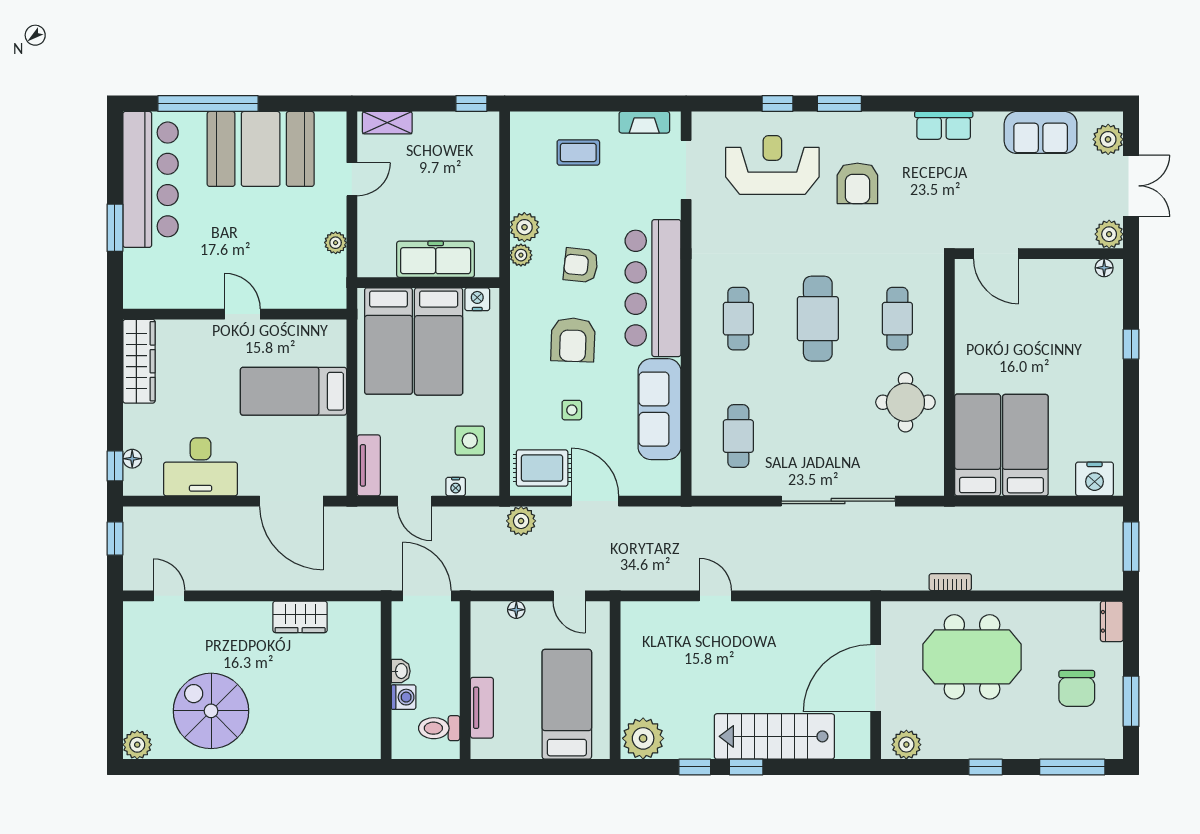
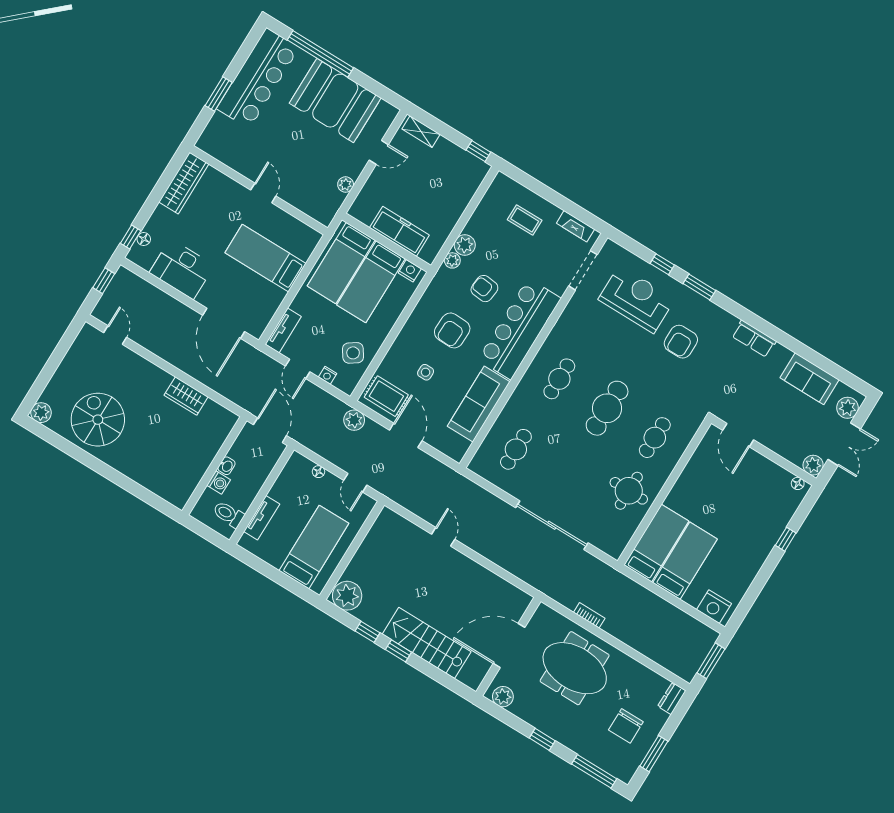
side table: (470, 441) -> (353, 353), turned -34

